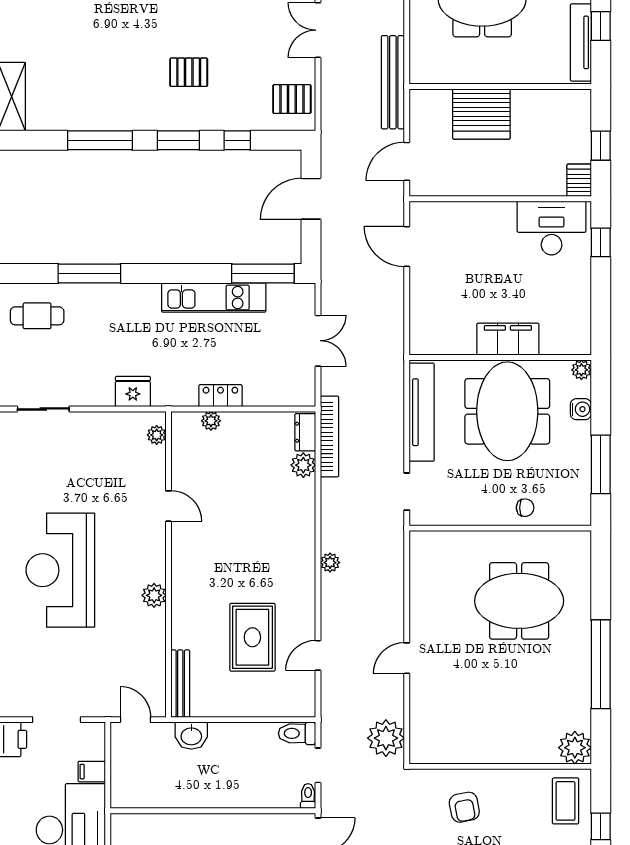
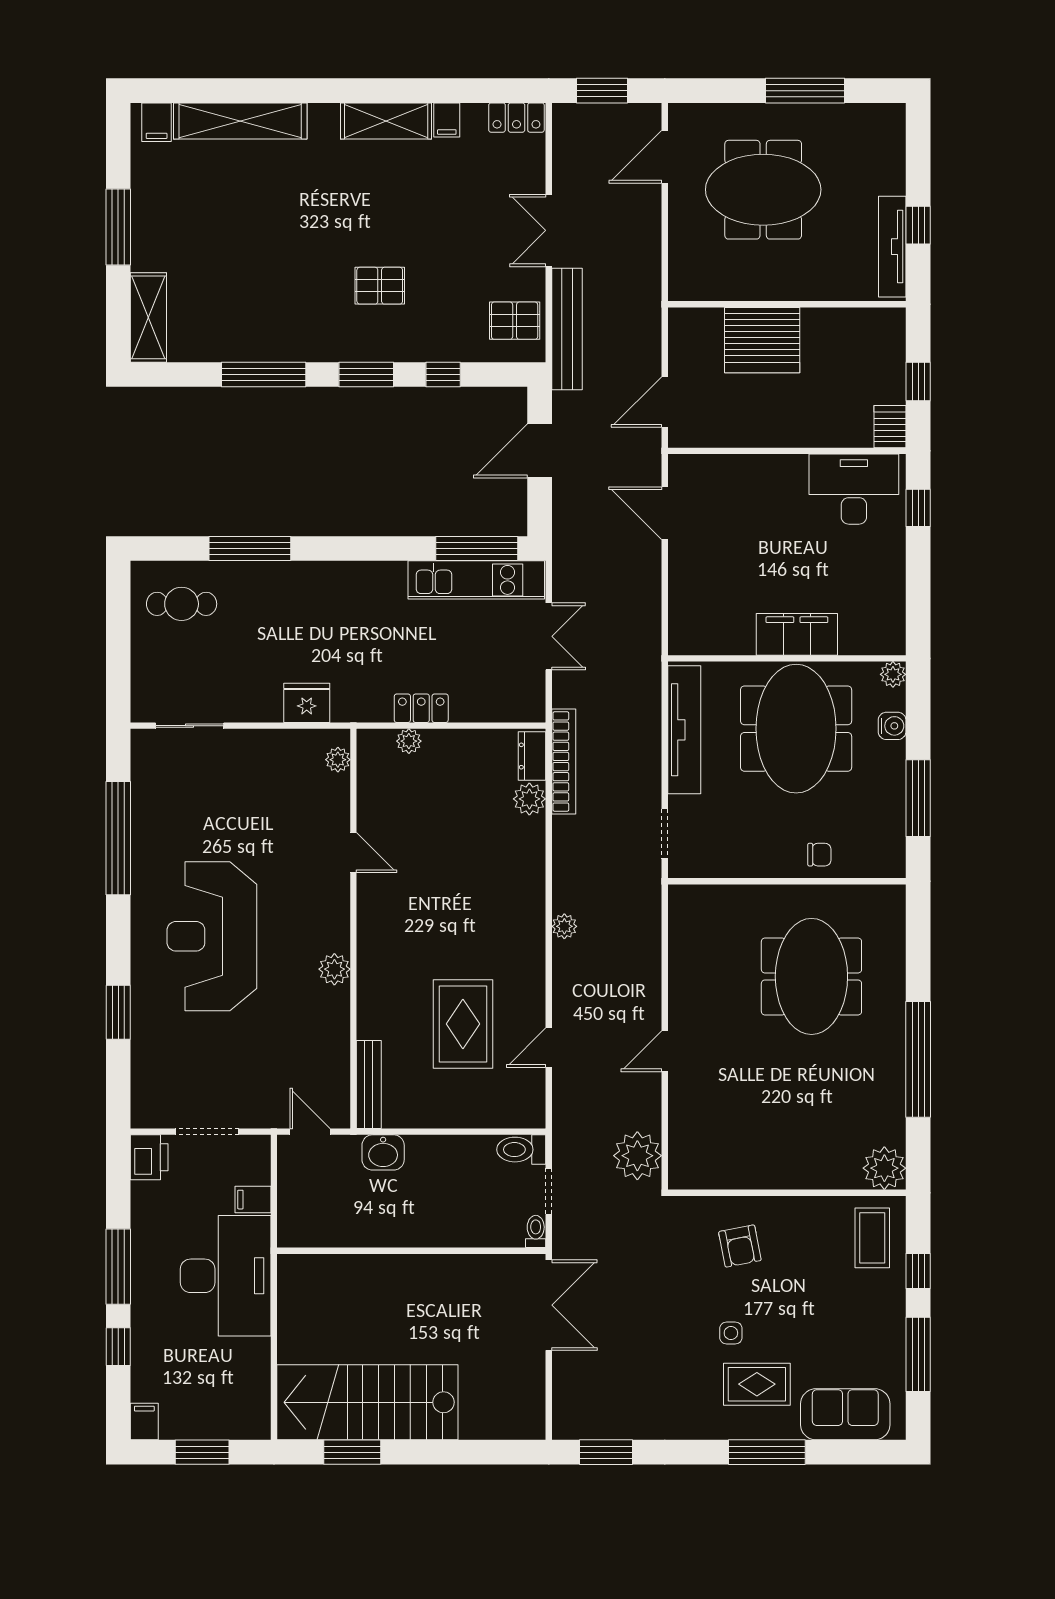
bench: (393, 82) -> (567, 329), moved
kitchen unit: (214, 297) -> (476, 580), moved
meeting table: (519, 601) -> (811, 976), turned 90

